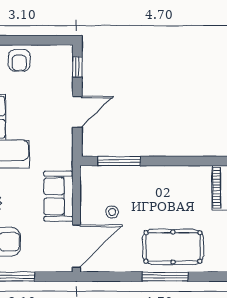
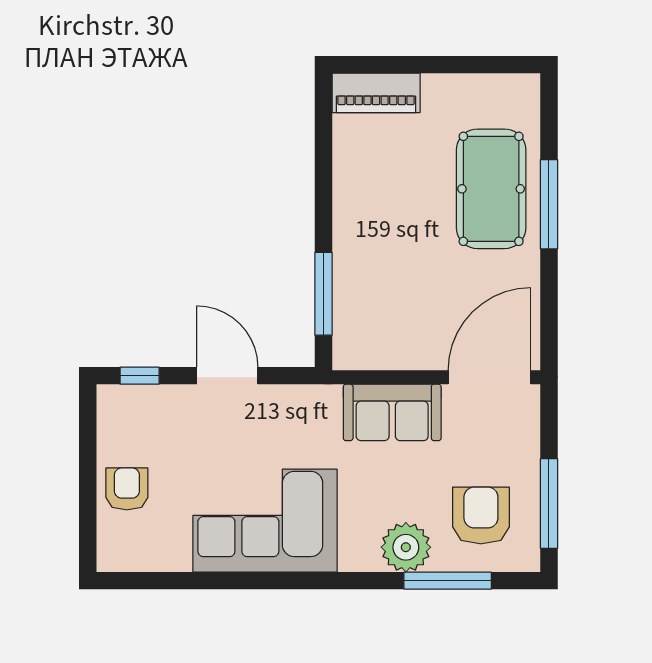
armchair: (19, 60) -> (127, 489), turned -90
stool: (112, 212) -> (423, 308), removed
door: (76, 246) -> (490, 377), hinge flipped

